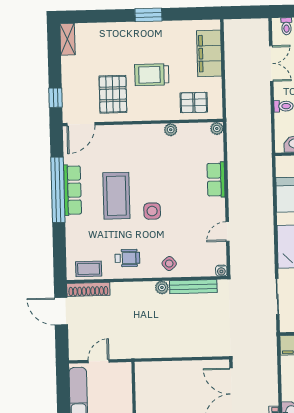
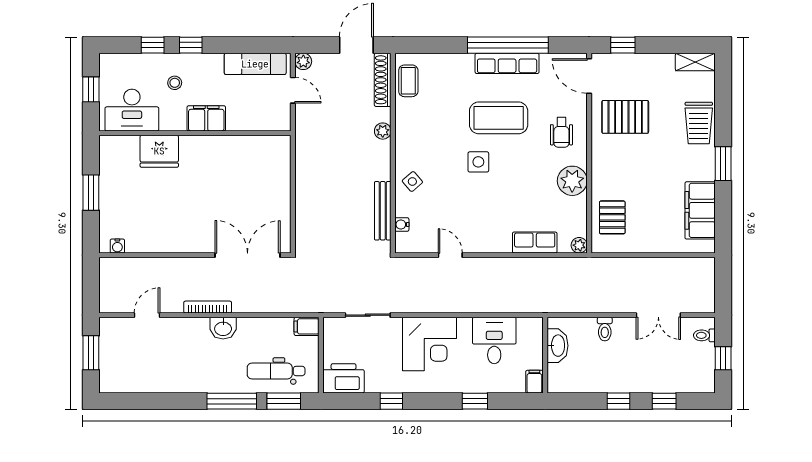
filing cabinet: (209, 53) -> (700, 210), moved, turned -90
trolley: (152, 75) -> (699, 123), moved, turned 180
plant: (171, 130) -> (572, 181), width x1.87, depth x1.87
row of seats: (216, 180) -> (535, 243), moved
wheelchair: (127, 258) -> (561, 132), moved
water cooler: (221, 271) -> (402, 224), moved
plant: (162, 287) -> (383, 131), moved
plant: (75, 354) -> (303, 61), added

